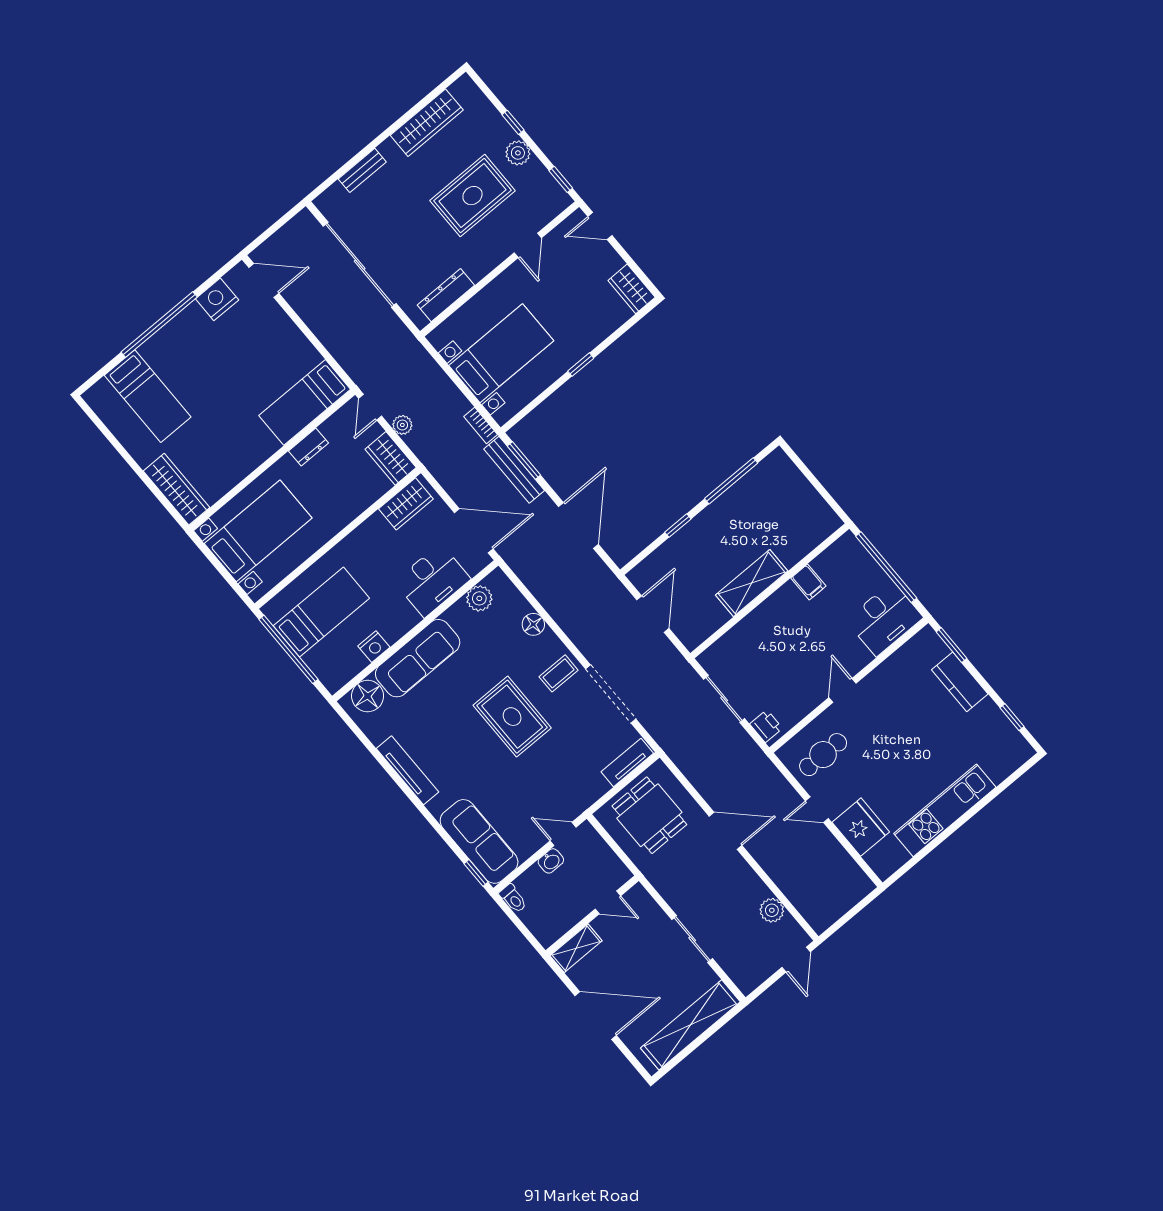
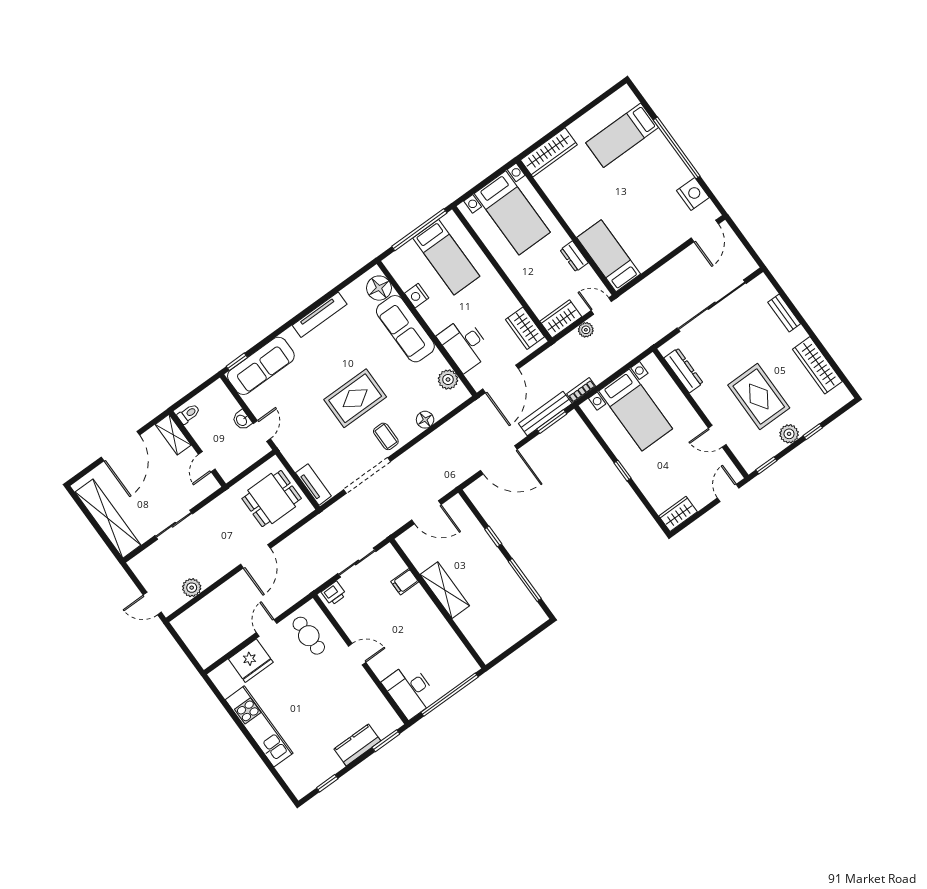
filing cabinet: (808, 582) -> (405, 582), moved
toilet: (513, 898) -> (189, 414), moved, turned 180

